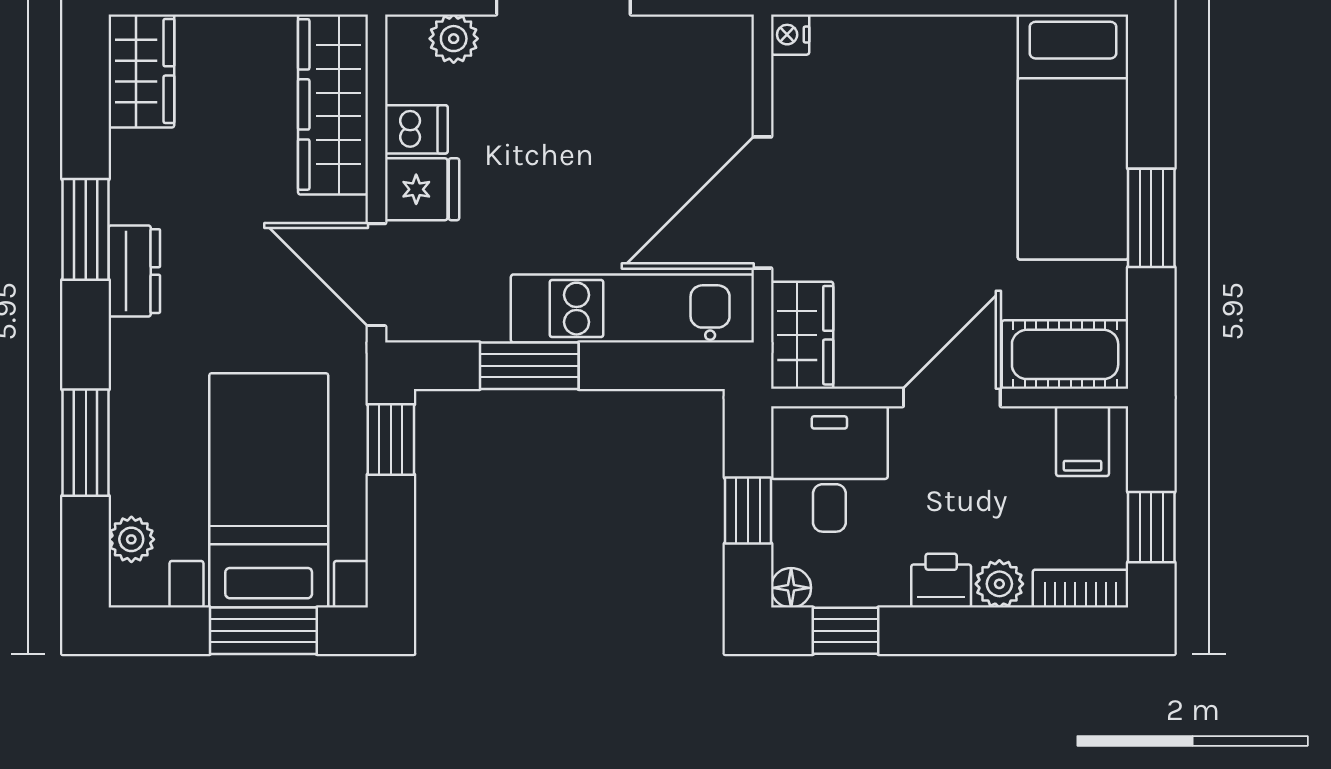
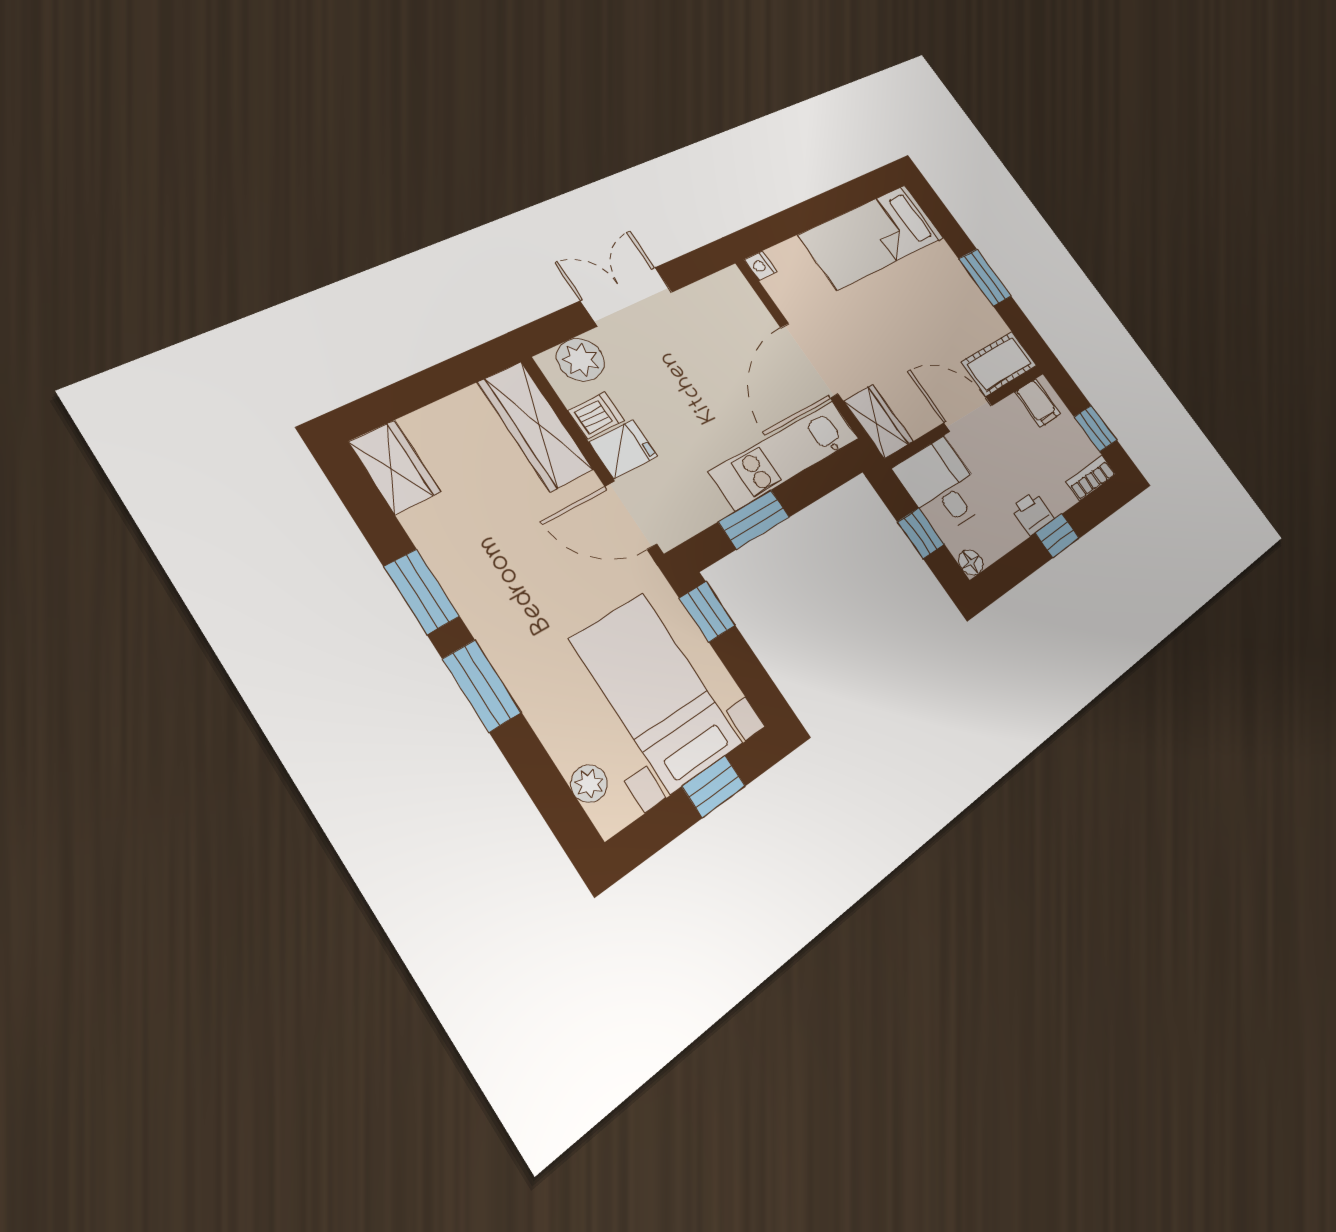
plant: (454, 39) -> (581, 360), width x1.38, depth x1.38
bed: (1073, 137) -> (872, 236), moved, turned 90
dresser: (134, 271) -> (474, 600), removed
door: (952, 397) -> (968, 414), hinge flipped
window: (86, 443) -> (482, 686), moved
plant: (999, 584) -> (1058, 498), removed
window: (263, 631) -> (714, 787), width x0.67
window: (846, 631) -> (1057, 536), moved

